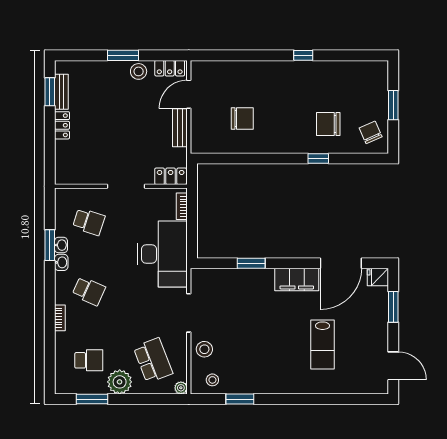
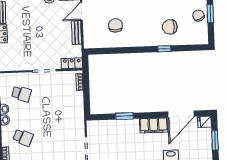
chair: (242, 119) -> (116, 25), turned -90
chair: (371, 132) -> (198, 16), moved
desk: (162, 254) -> (68, 112), removed

